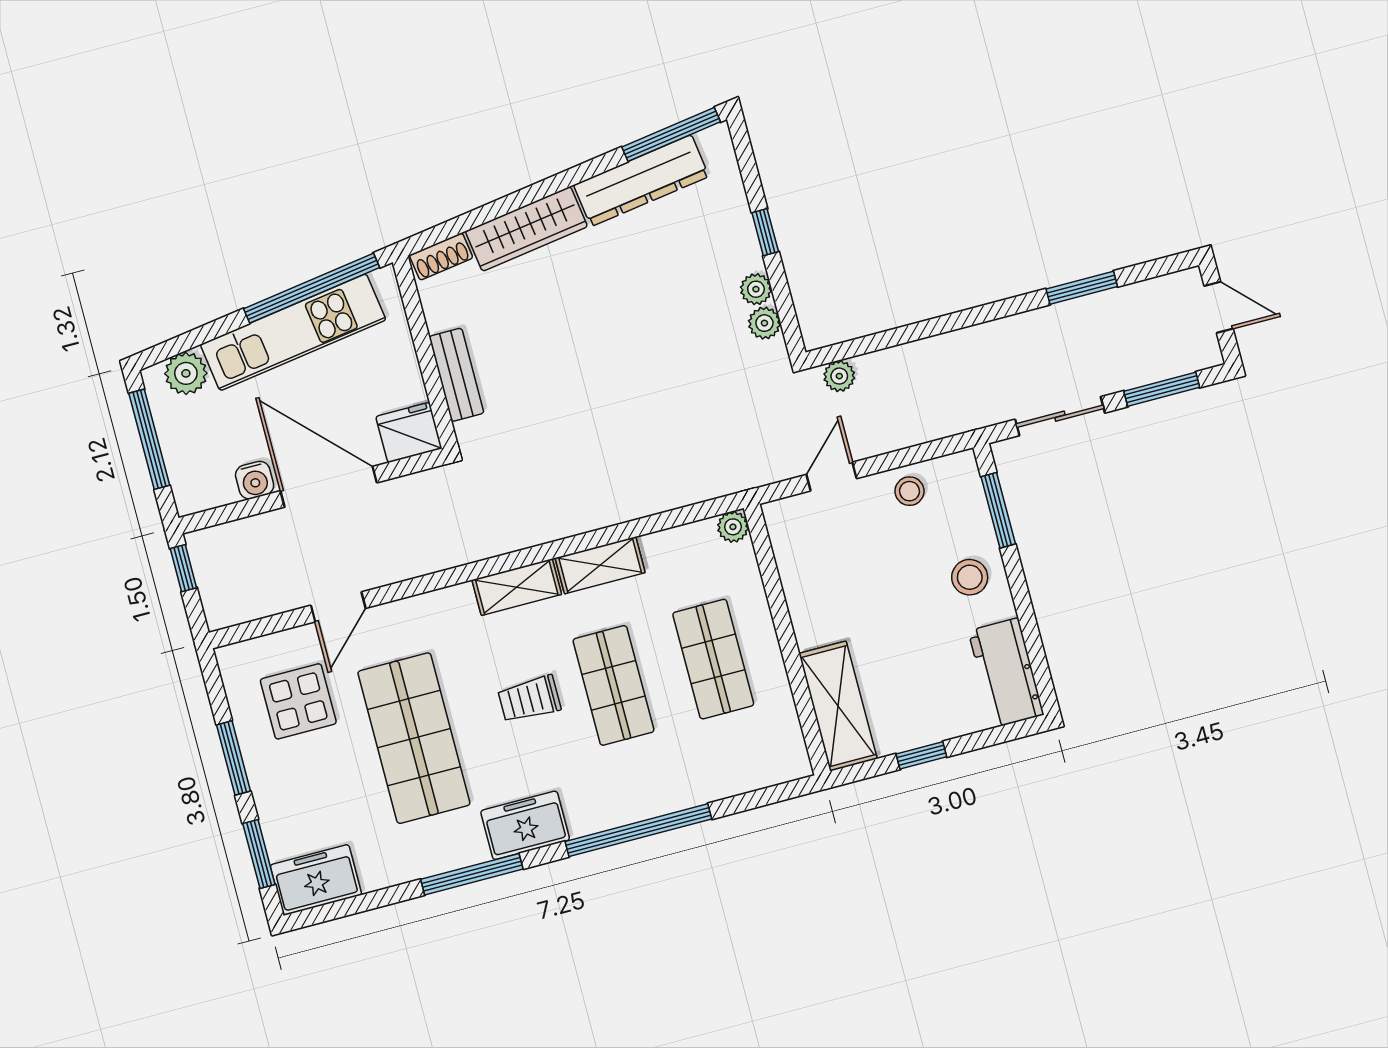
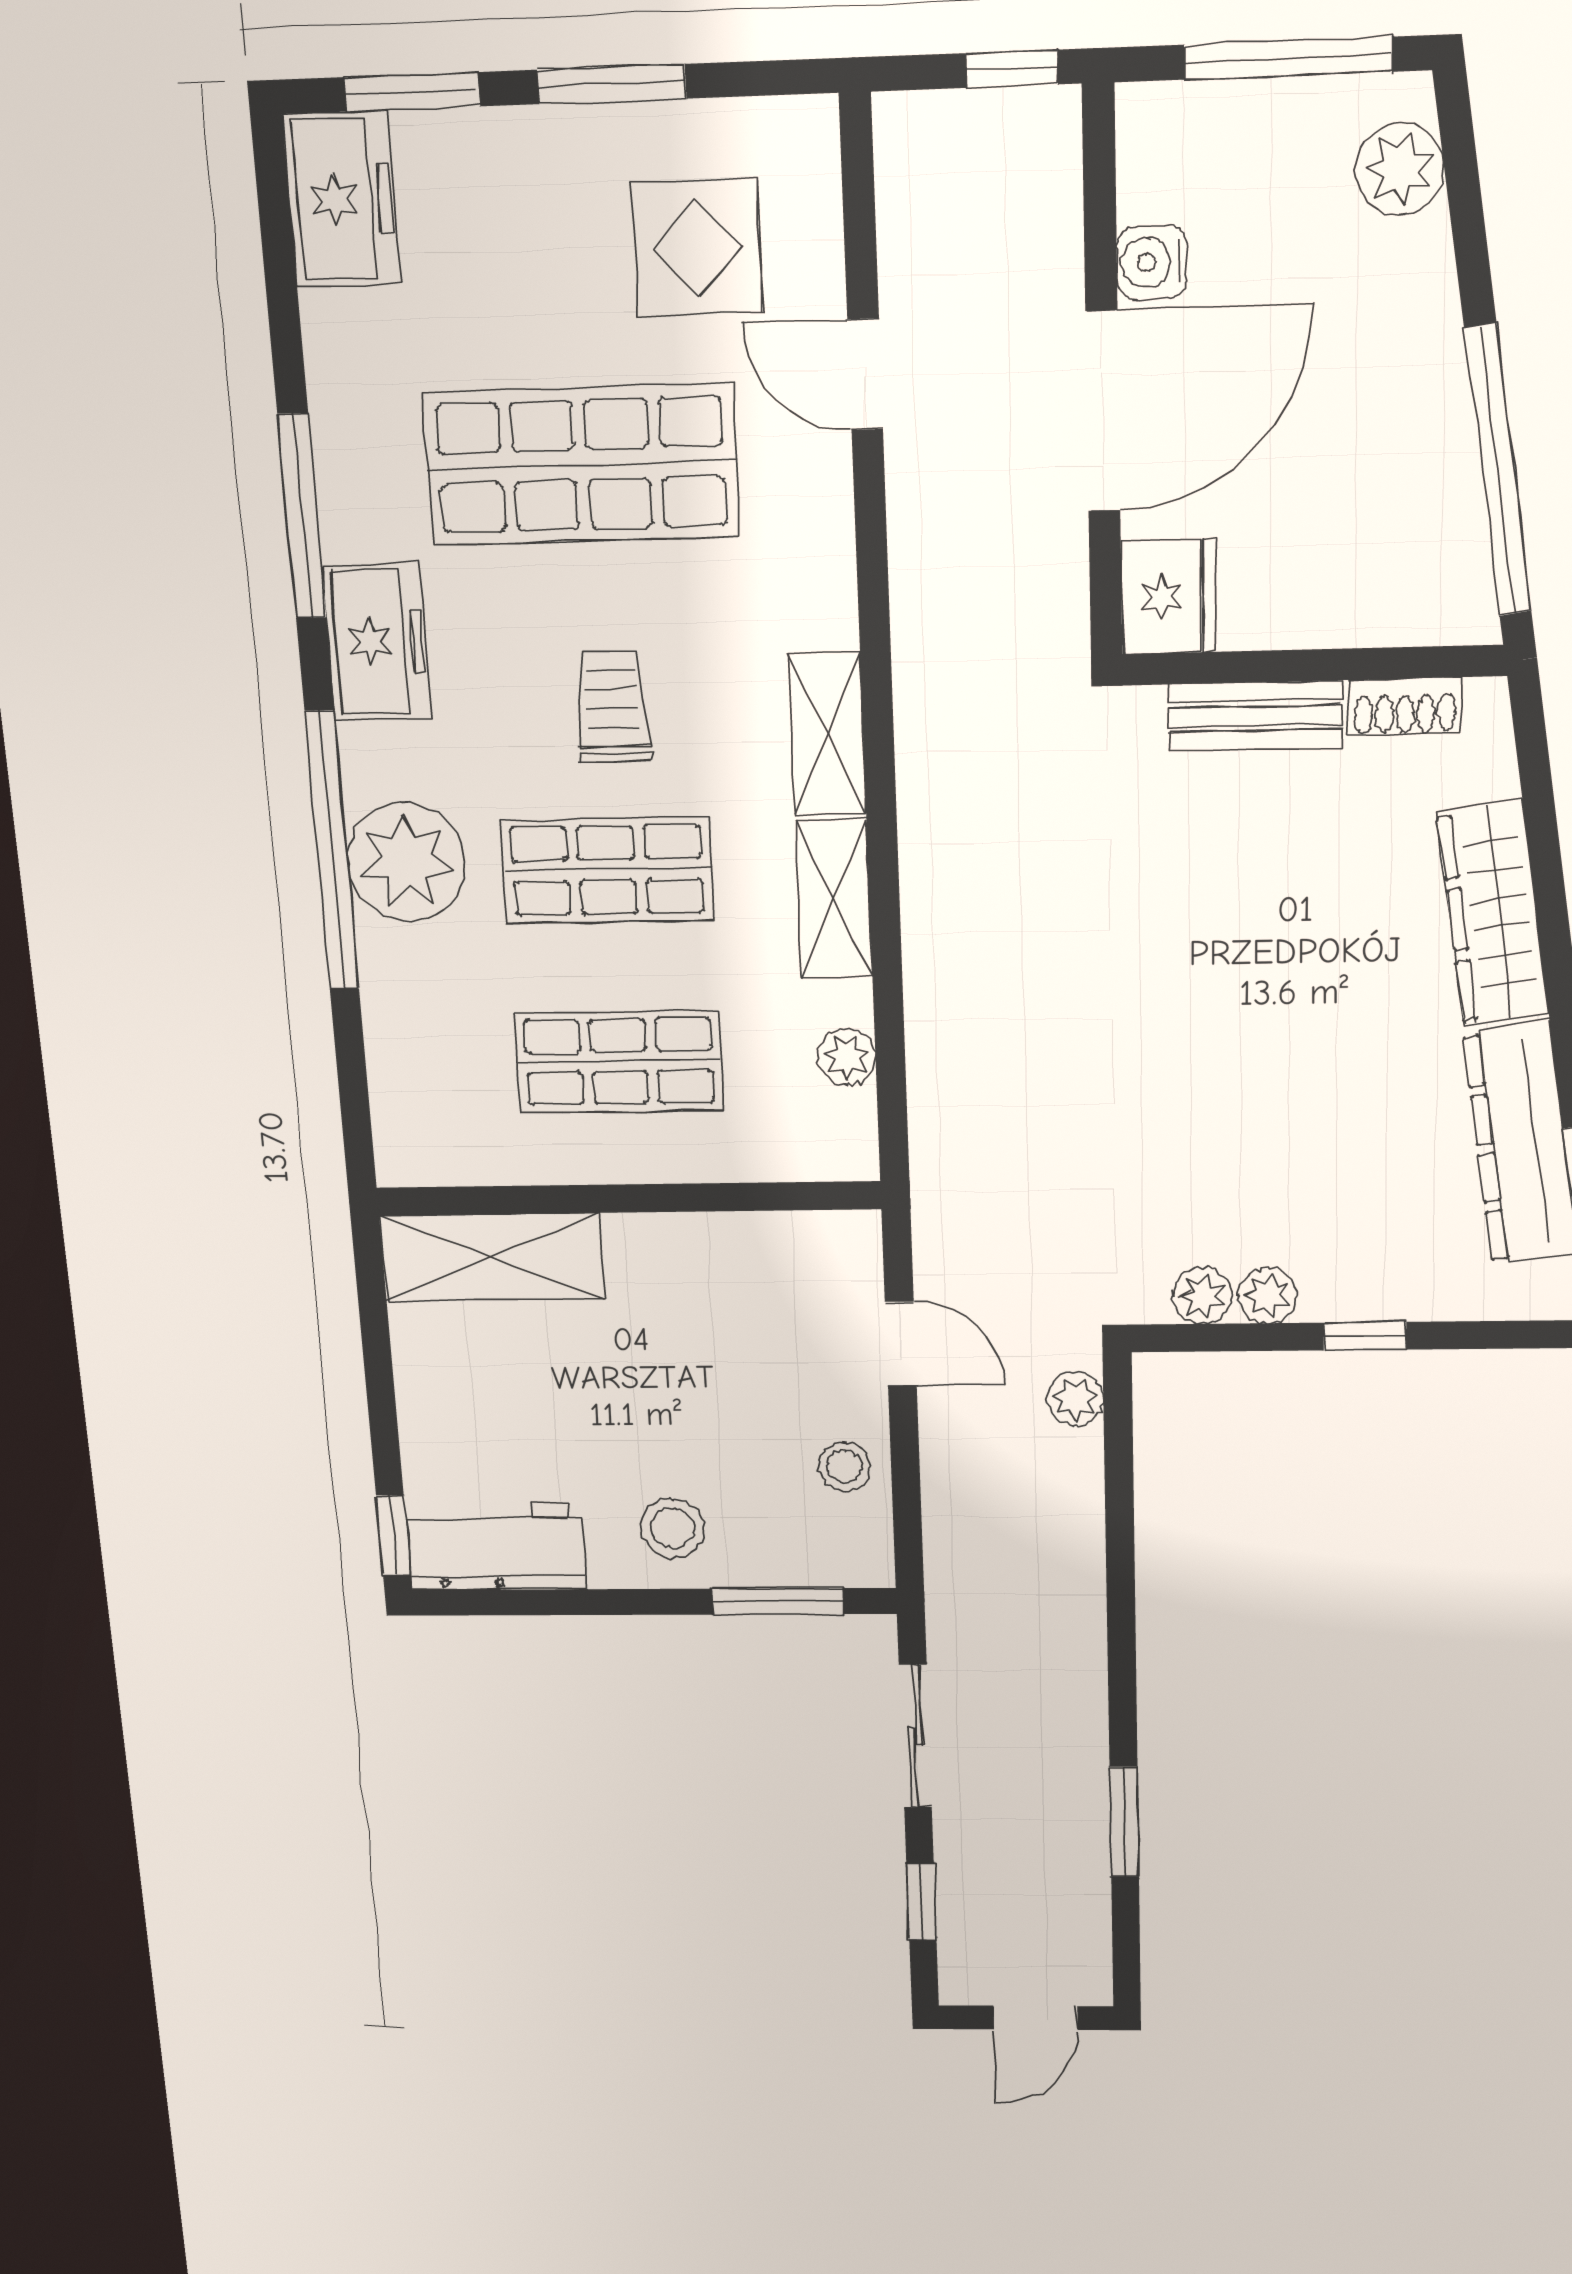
shoe rack: (441, 257) -> (1405, 706), moved, turned -82
kitchen unit: (293, 332) -> (1422, 413), removed
window: (1162, 389) -> (921, 1902), width x0.67
plant: (733, 527) -> (847, 1057), moved
window: (921, 755) -> (393, 1535), moved
plant: (635, 790) -> (406, 862), added

